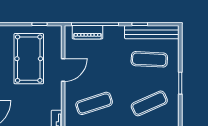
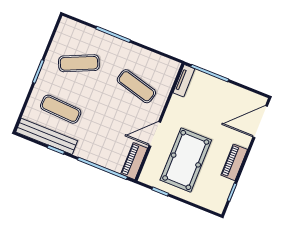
piano: (88, 32) -> (134, 161), moved, turned -90
exercise mat: (94, 103) -> (136, 86), turned 33

